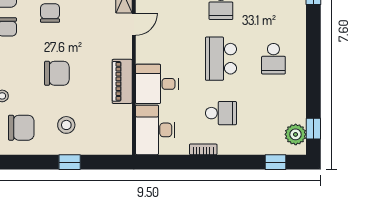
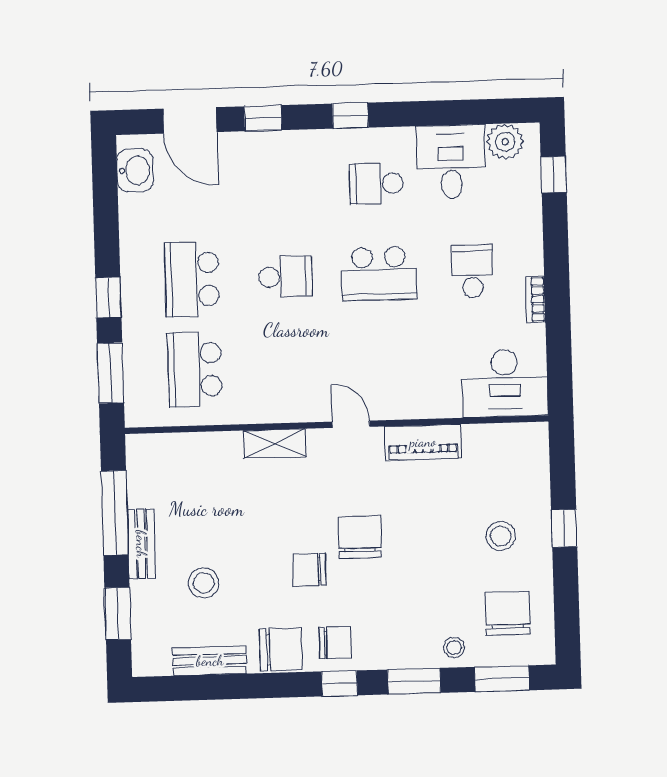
door: (134, 24) -> (351, 424), moved
school desk: (273, 59) -> (376, 184), turned 180
chair: (57, 73) -> (360, 537), moved
desk: (157, 84) -> (451, 162), moved, turned 180
window: (313, 129) -> (350, 116), moved

